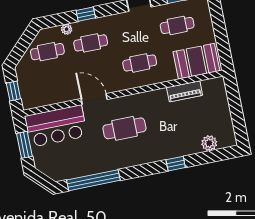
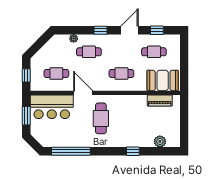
window: (86, 14) -> (100, 30), moved
cafe table: (47, 52) -> (56, 73), moved
piano: (185, 91) -> (160, 100), moved
cafe table: (124, 128) -> (101, 118), turned 90

